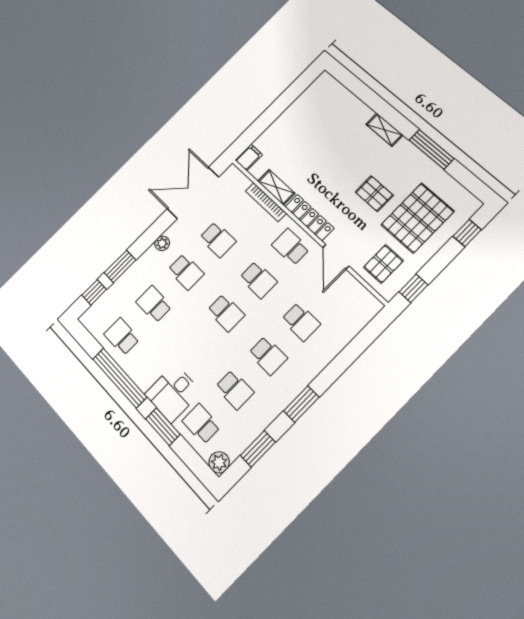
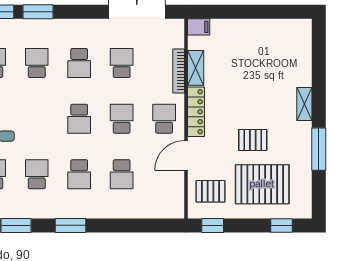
pallet: (374, 194) -> (253, 140), turned 90
school desk: (218, 240) -> (122, 63), turned 180
plant: (162, 243) -> (82, 26), removed
school desk: (258, 280) -> (122, 119), turned 180
school desk: (235, 390) -> (37, 174), turned 180

